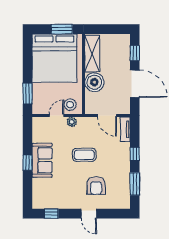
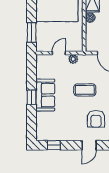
boiler: (94, 82) -> (90, 18), width x0.54, depth x0.54
stool: (70, 105) -> (72, 43), removed
door: (89, 214) -> (89, 145), hinge flipped

